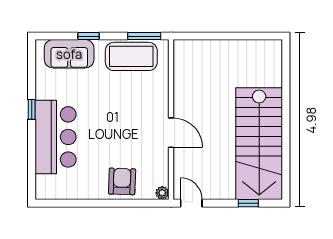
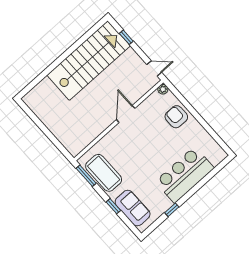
window: (32, 109) -> (172, 210), moved
armchair: (122, 181) -> (176, 117), turned 88
door: (191, 203) -> (154, 68), swing flipped

